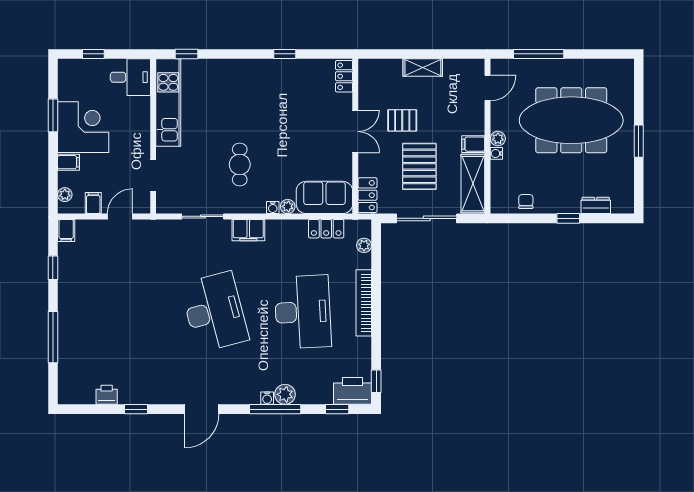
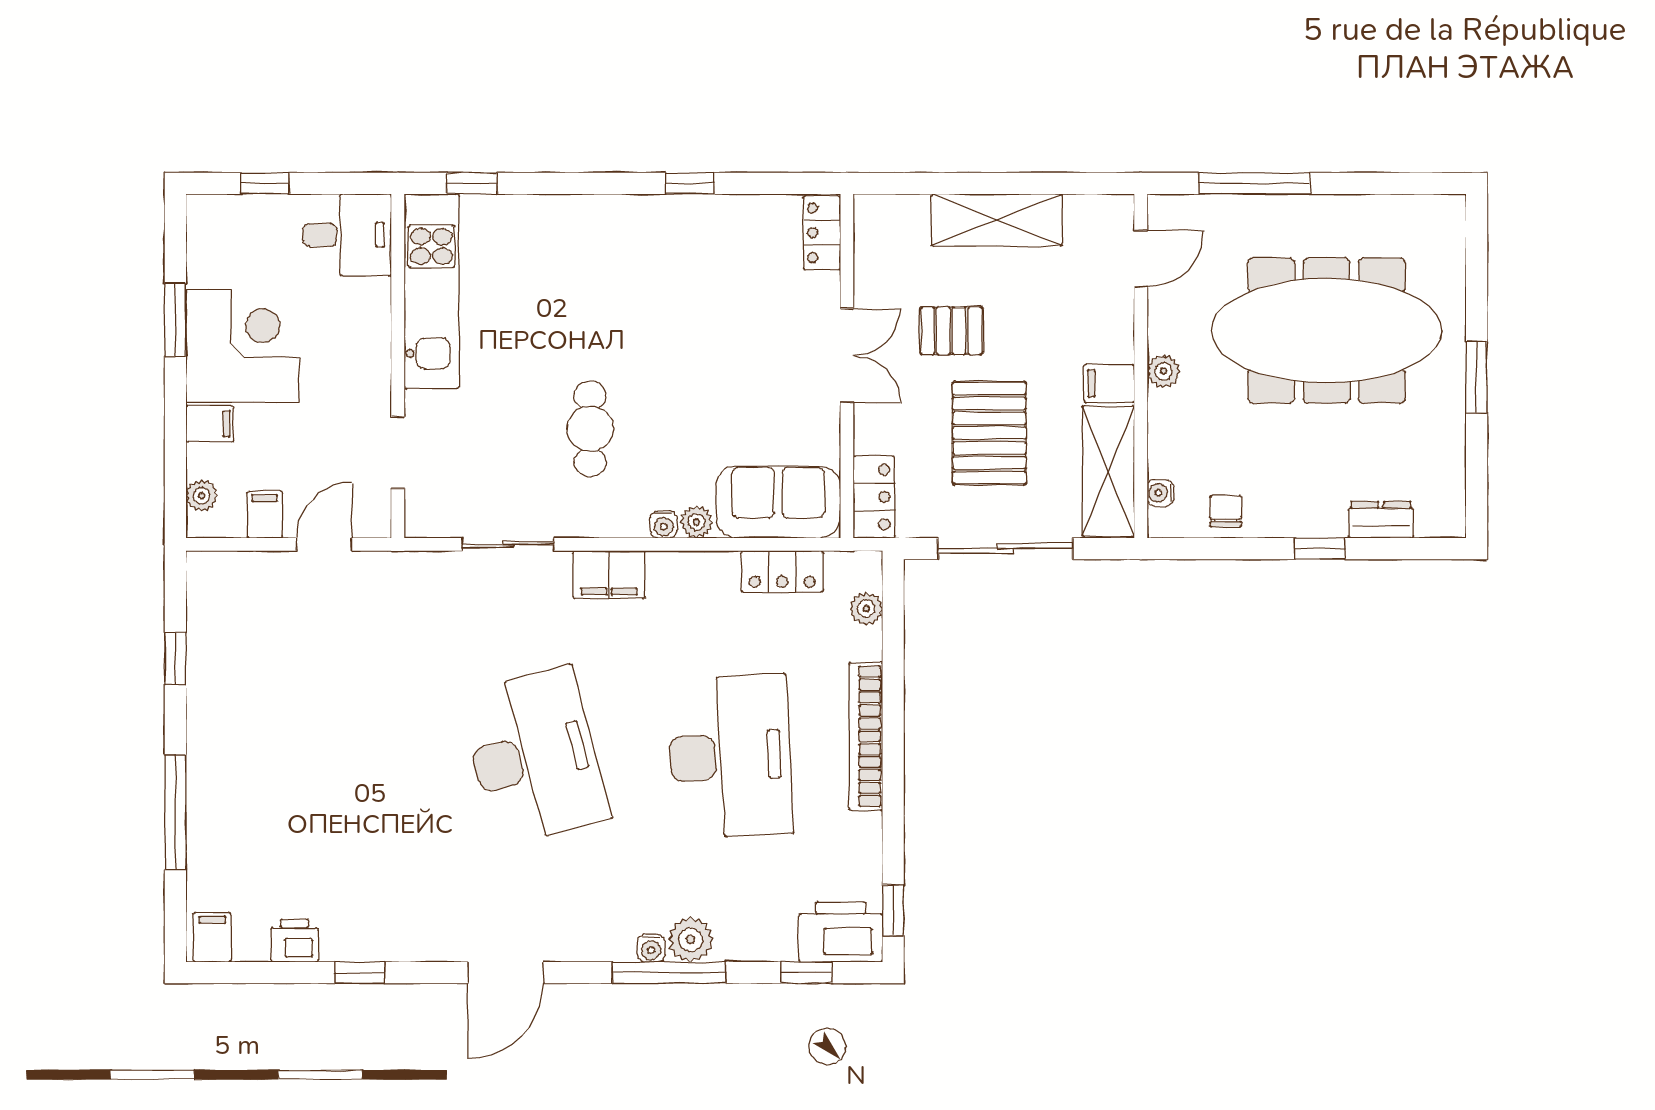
shelving: (423, 68) -> (997, 220), width x1.50, depth x1.33
water cooler: (496, 153) -> (1160, 493), moved
filing cabinet: (66, 231) -> (212, 937), moved, turned 180

